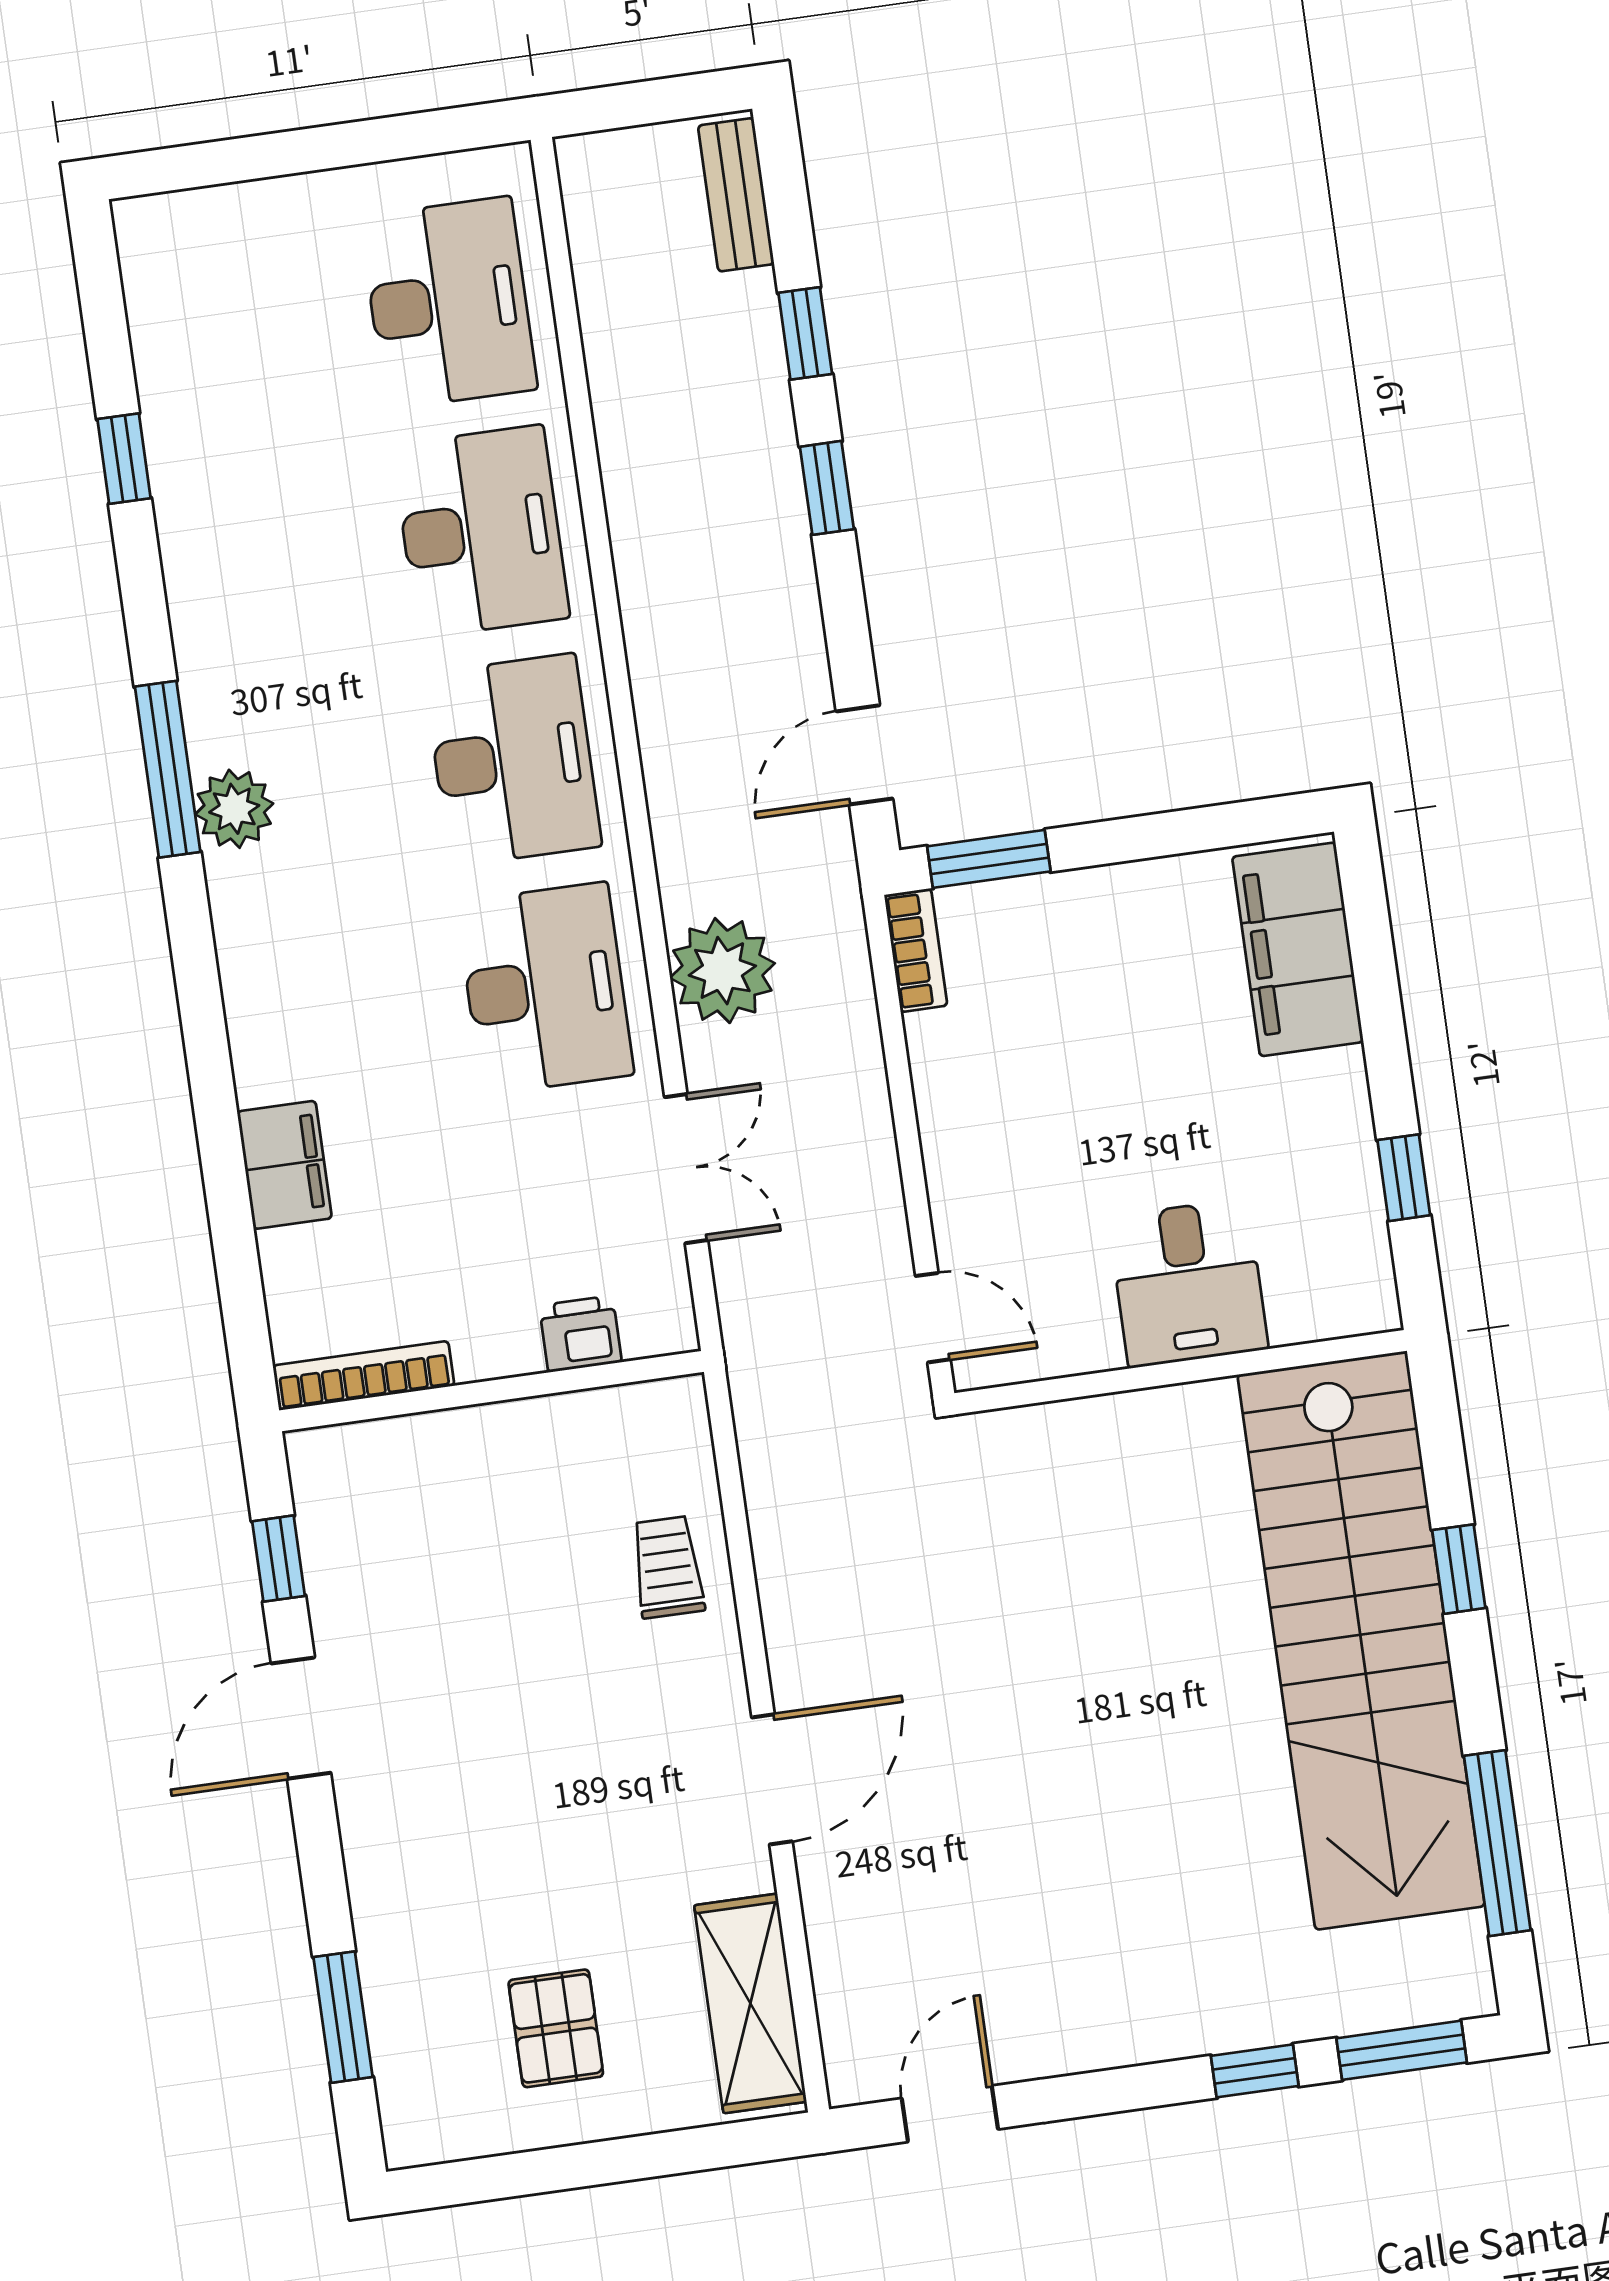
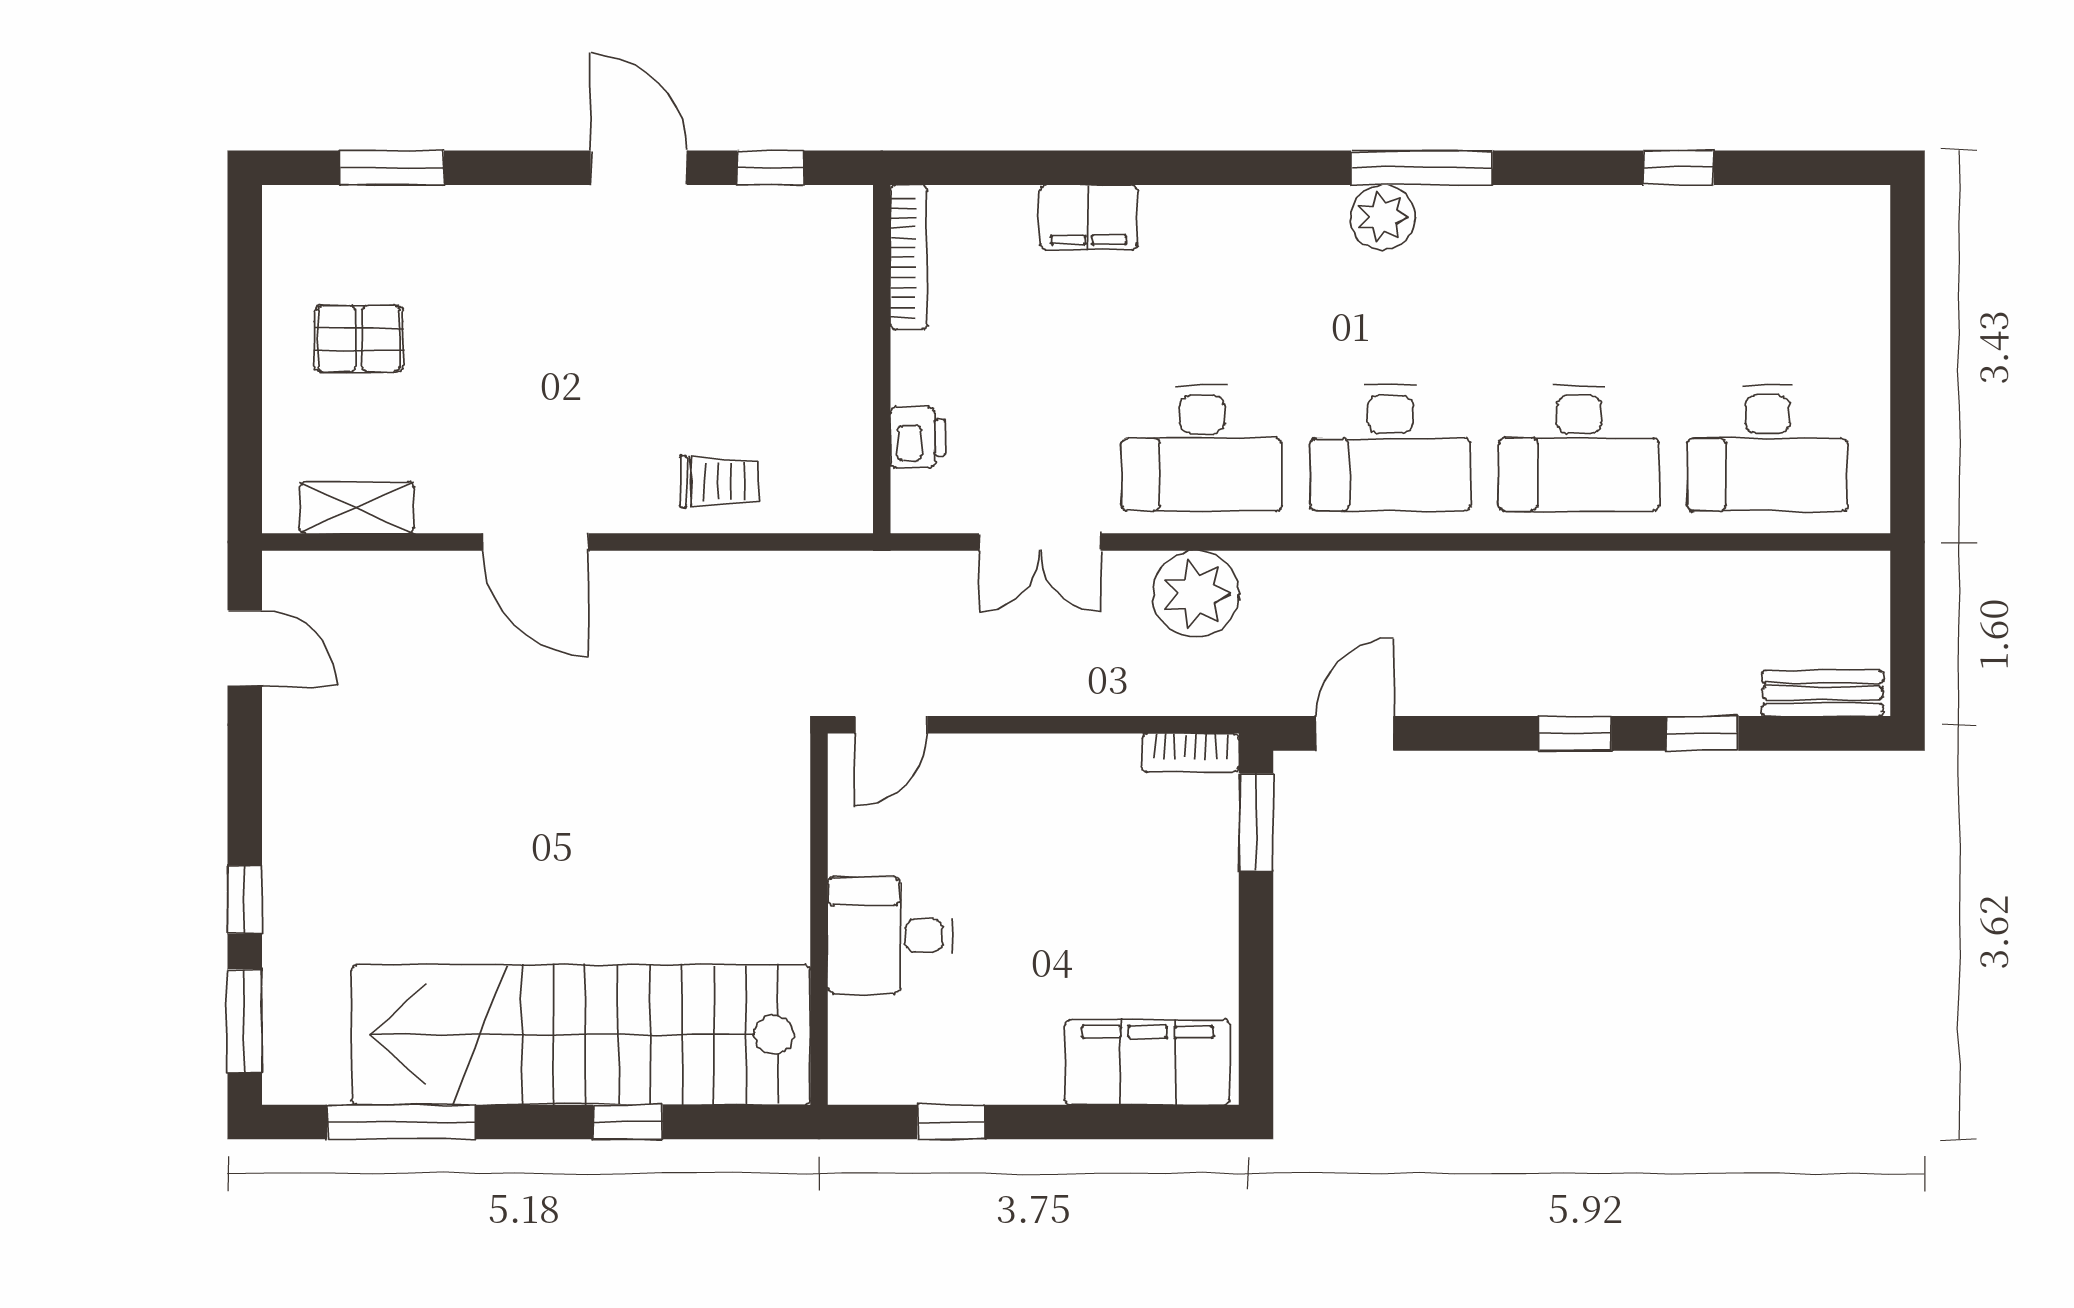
door: (864, 755) -> (1354, 733), hinge flipped
shelving: (750, 2003) -> (357, 508), width x0.67, depth x0.75

